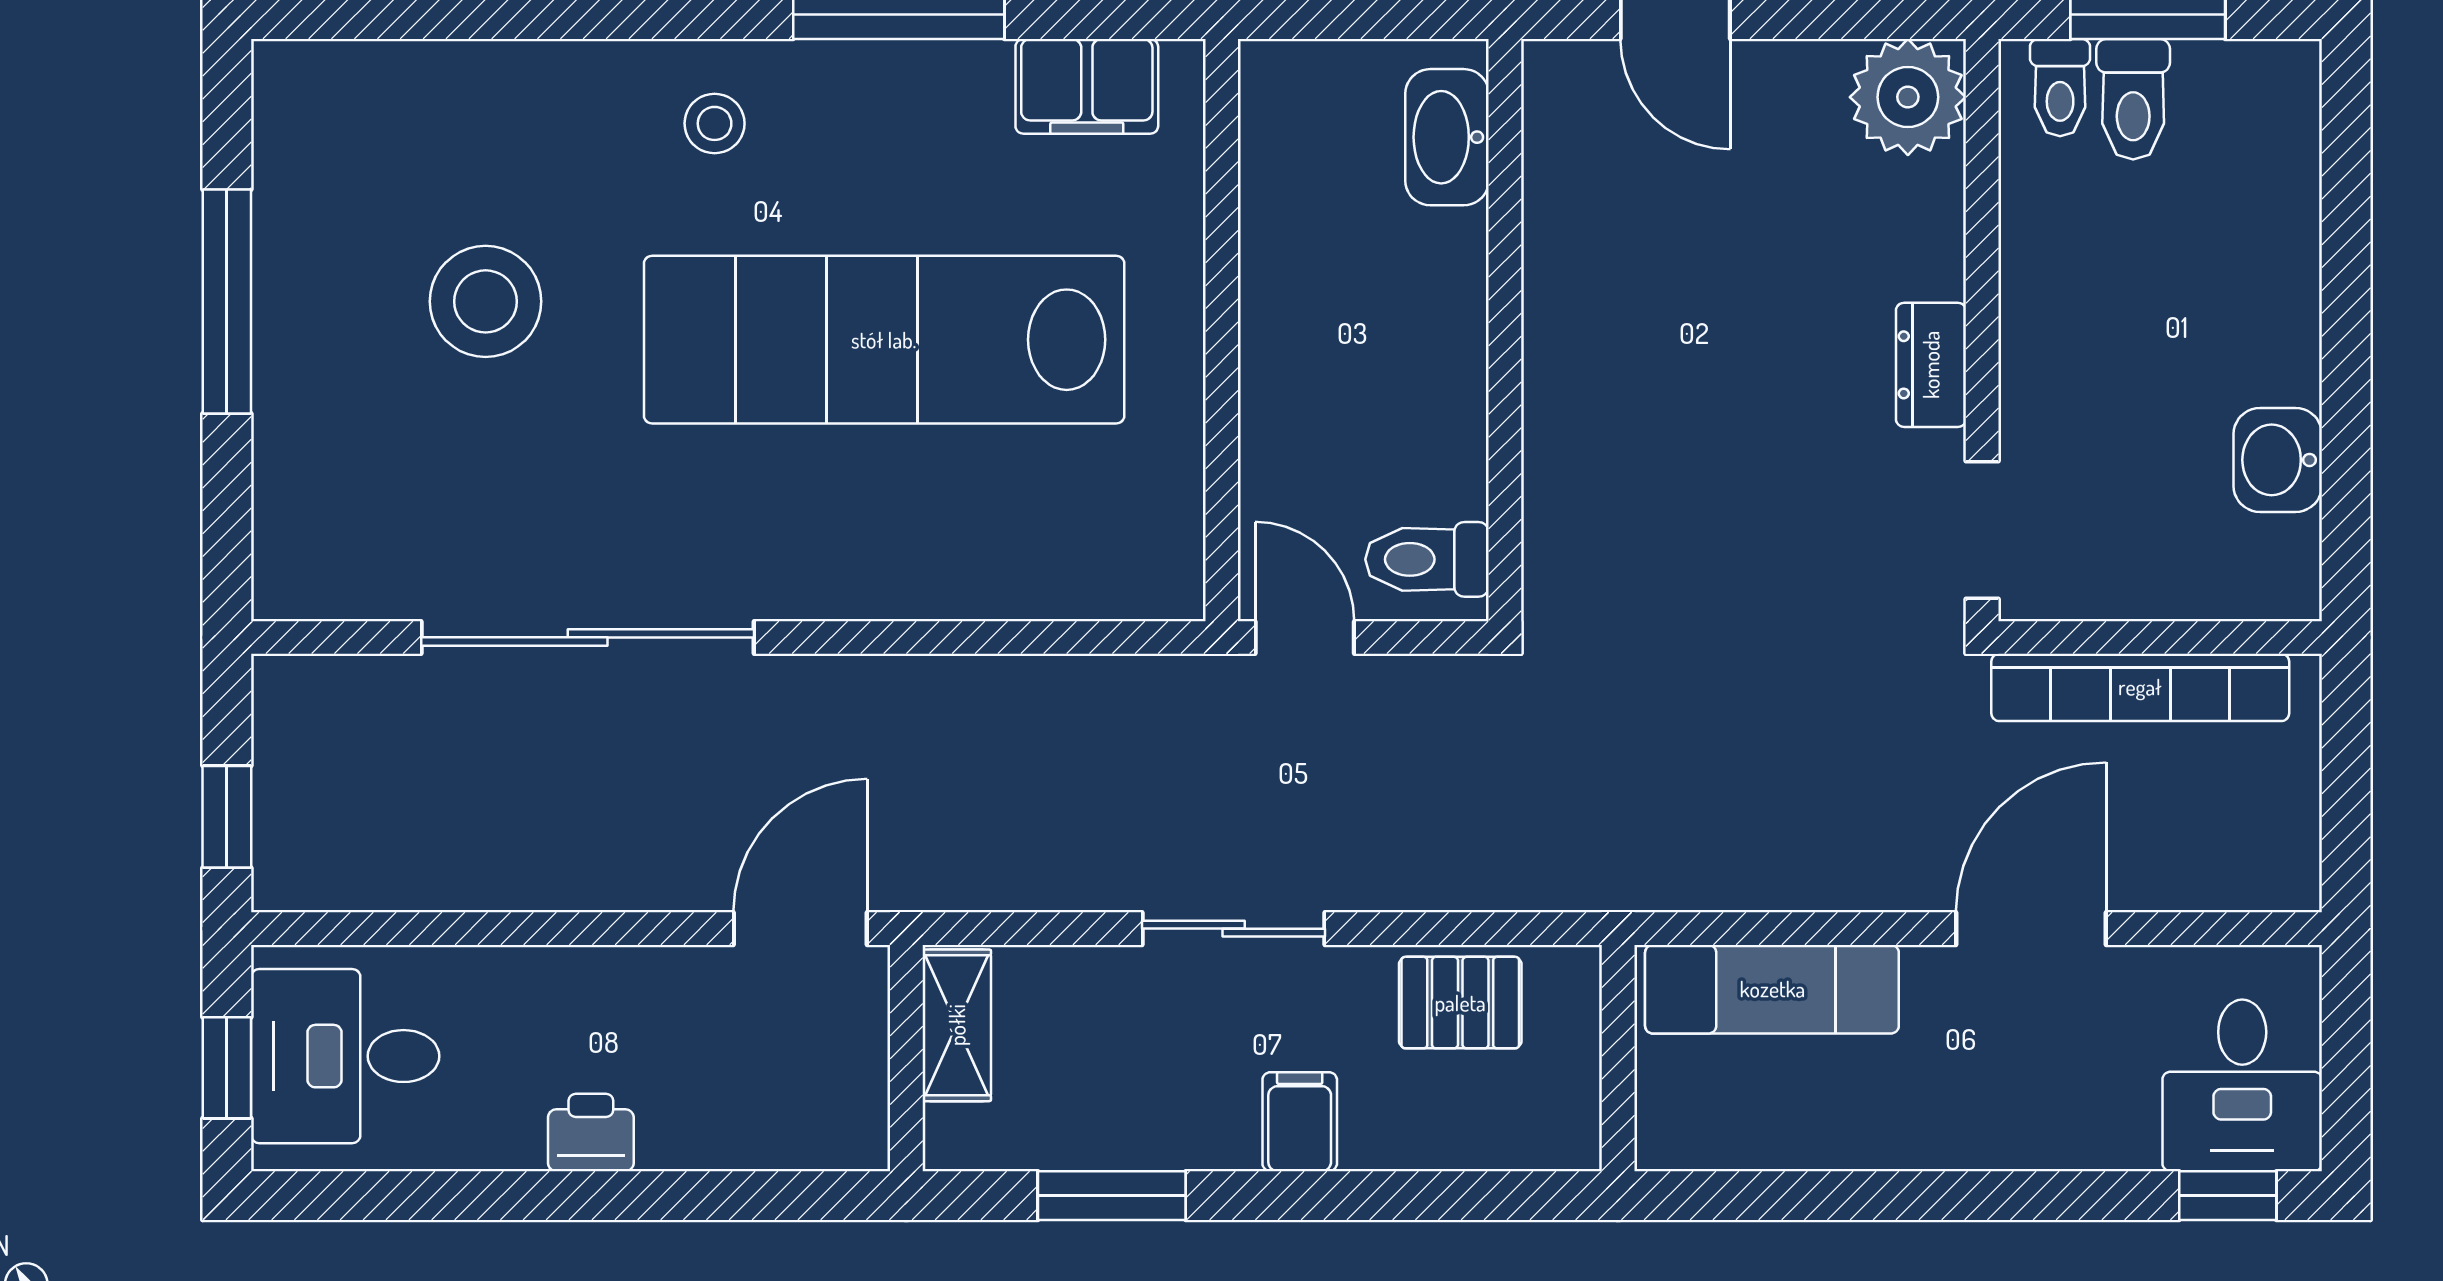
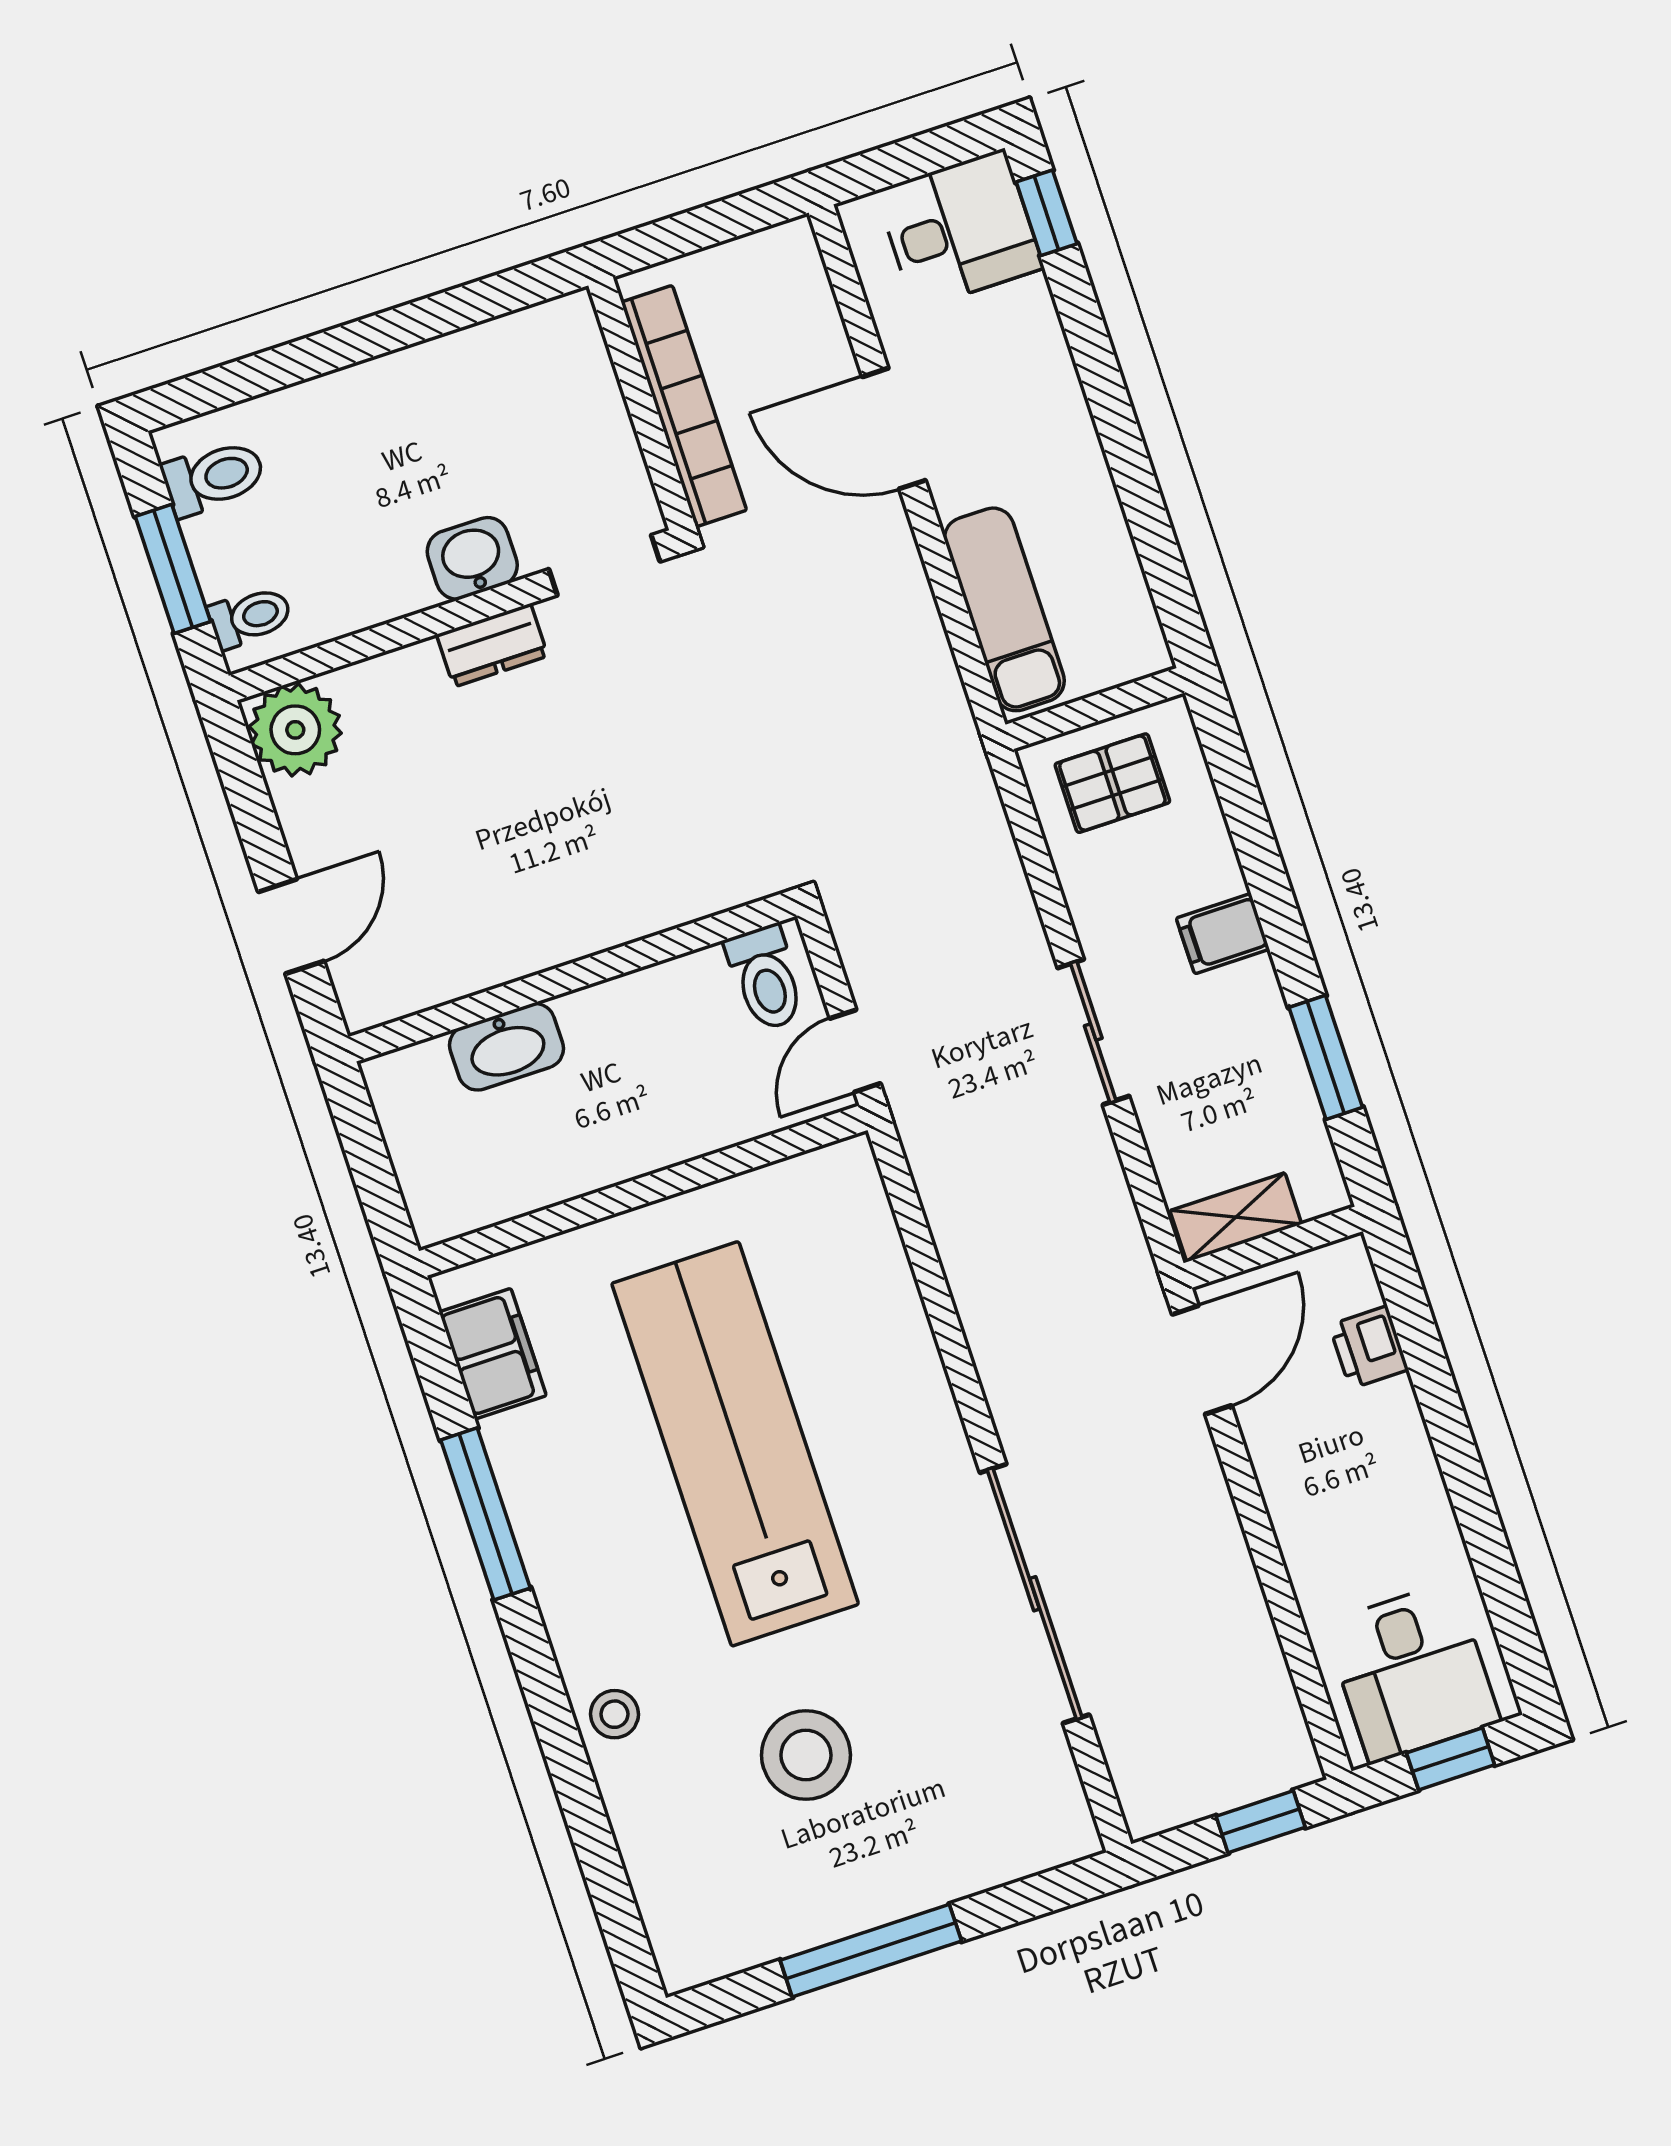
toilet: (2133, 99) -> (214, 477), moved
stool: (715, 123) -> (614, 1714), moved
washbasin: (1447, 137) -> (506, 1047), moved
lab bench: (884, 340) -> (735, 1444), turned 180
washbasin: (2278, 460) -> (472, 558), moved, turned 180
door: (800, 929) -> (1202, 1360), swing flipped
pallet: (1460, 1003) -> (1112, 783), moved, turned 90
printer: (591, 1133) -> (1369, 1347), moved

